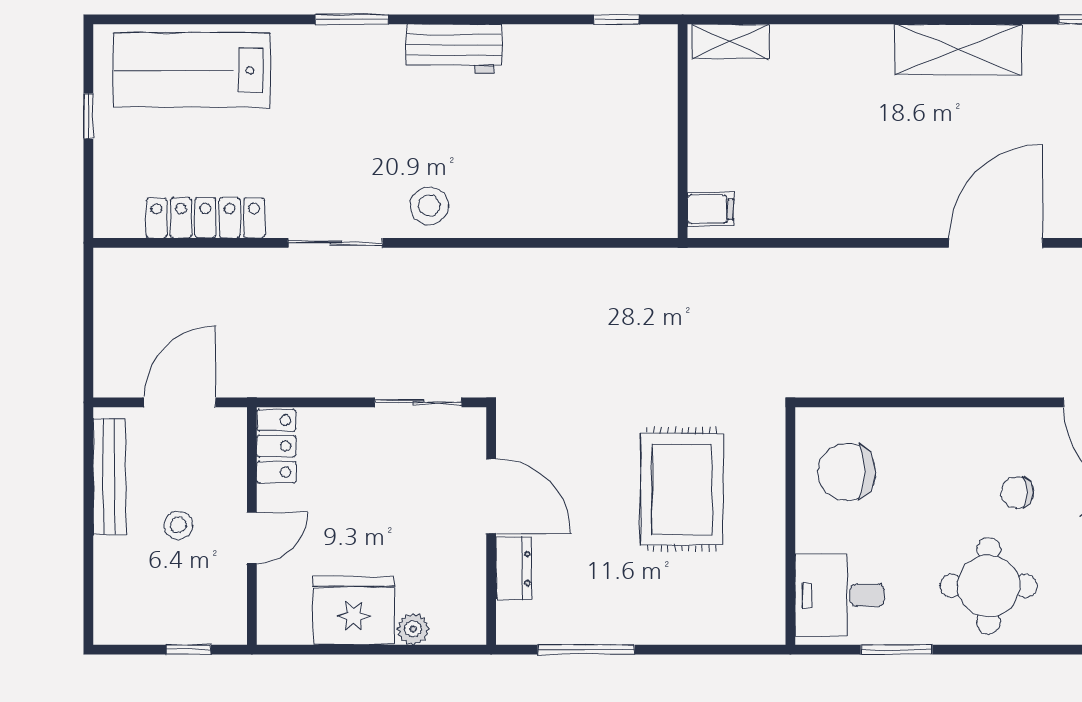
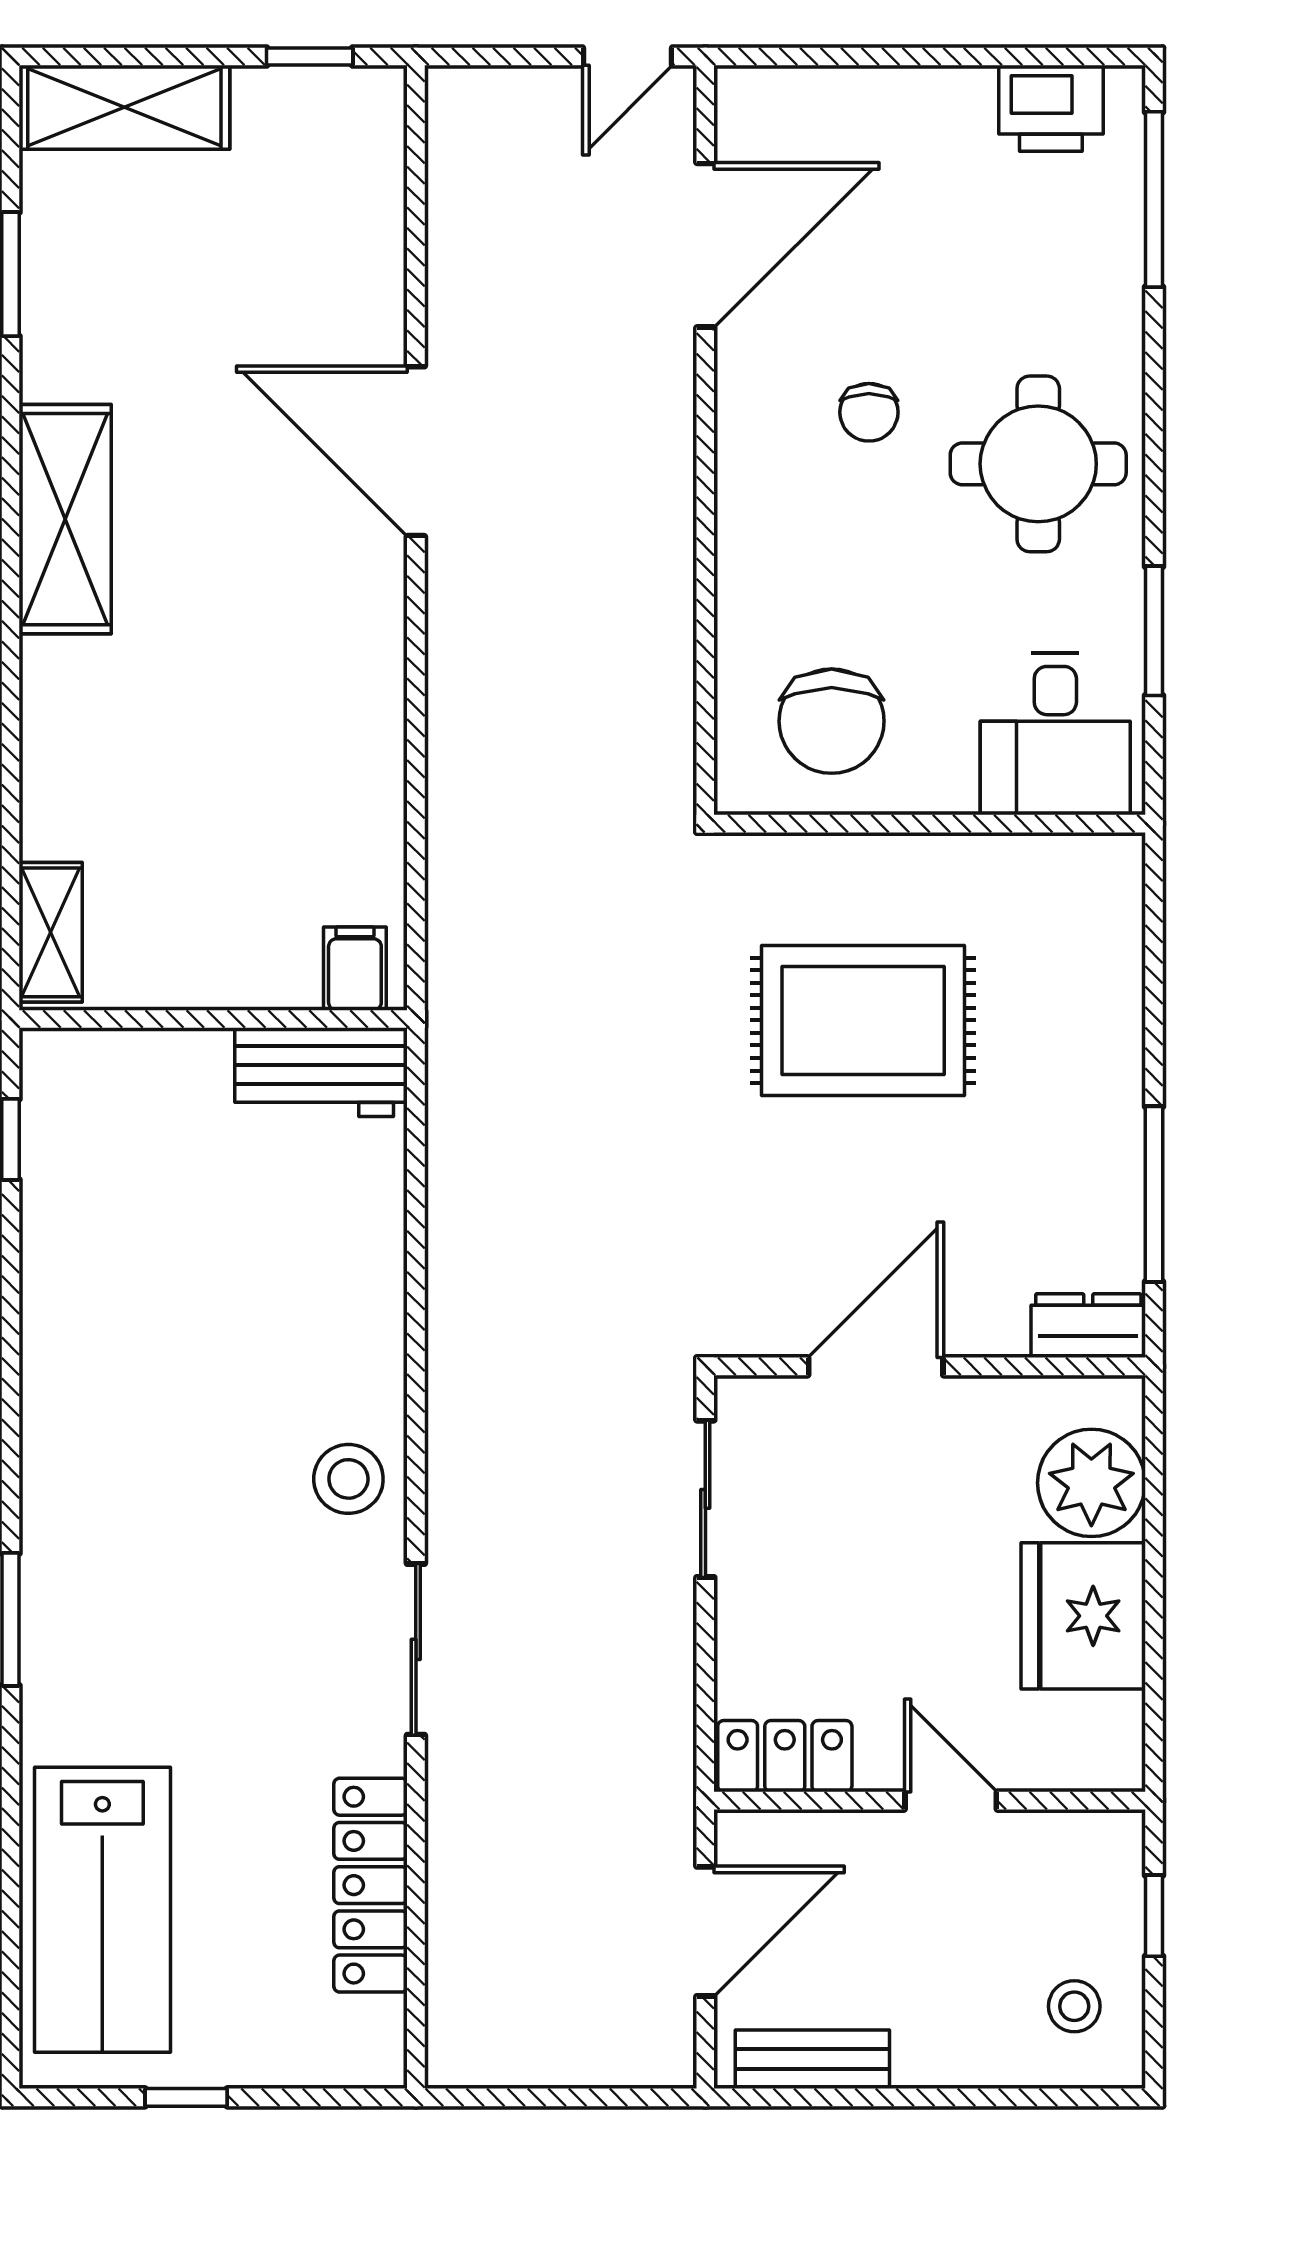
workbench: (454, 49) -> (321, 1072), moved, turned 90
door: (180, 402) -> (705, 1931), swing flipped
bench: (109, 477) -> (812, 2059), width x0.73
stool: (178, 525) -> (1074, 2006), moved
dresser: (514, 569) -> (1088, 1326), moved
plant: (413, 629) -> (1091, 1483), width x1.87, depth x1.87

